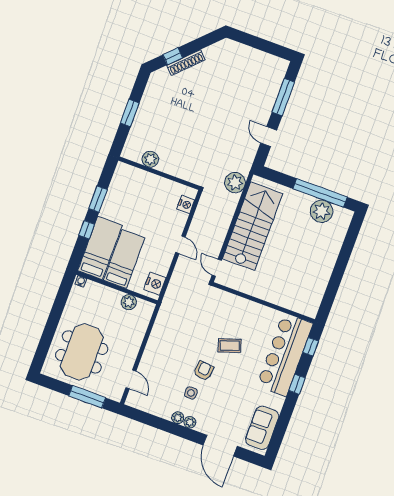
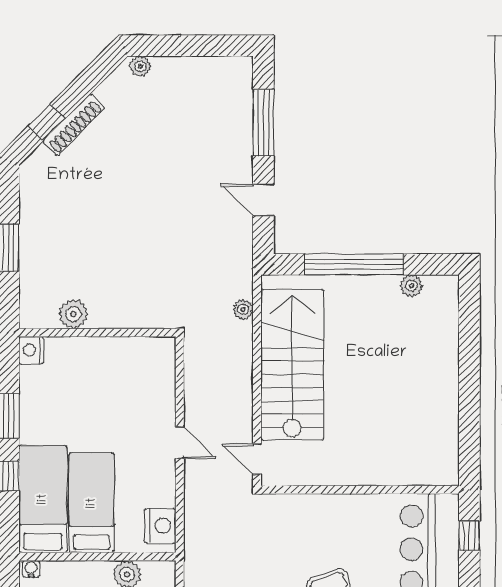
plant: (231, 45) -> (140, 66), added
plant: (235, 183) -> (243, 309), width x0.53, depth x0.53
window: (320, 193) -> (354, 264), moved
nightstand: (186, 204) -> (31, 350), moved, turned 180
plant: (322, 211) -> (411, 286), width x0.53, depth x0.53

